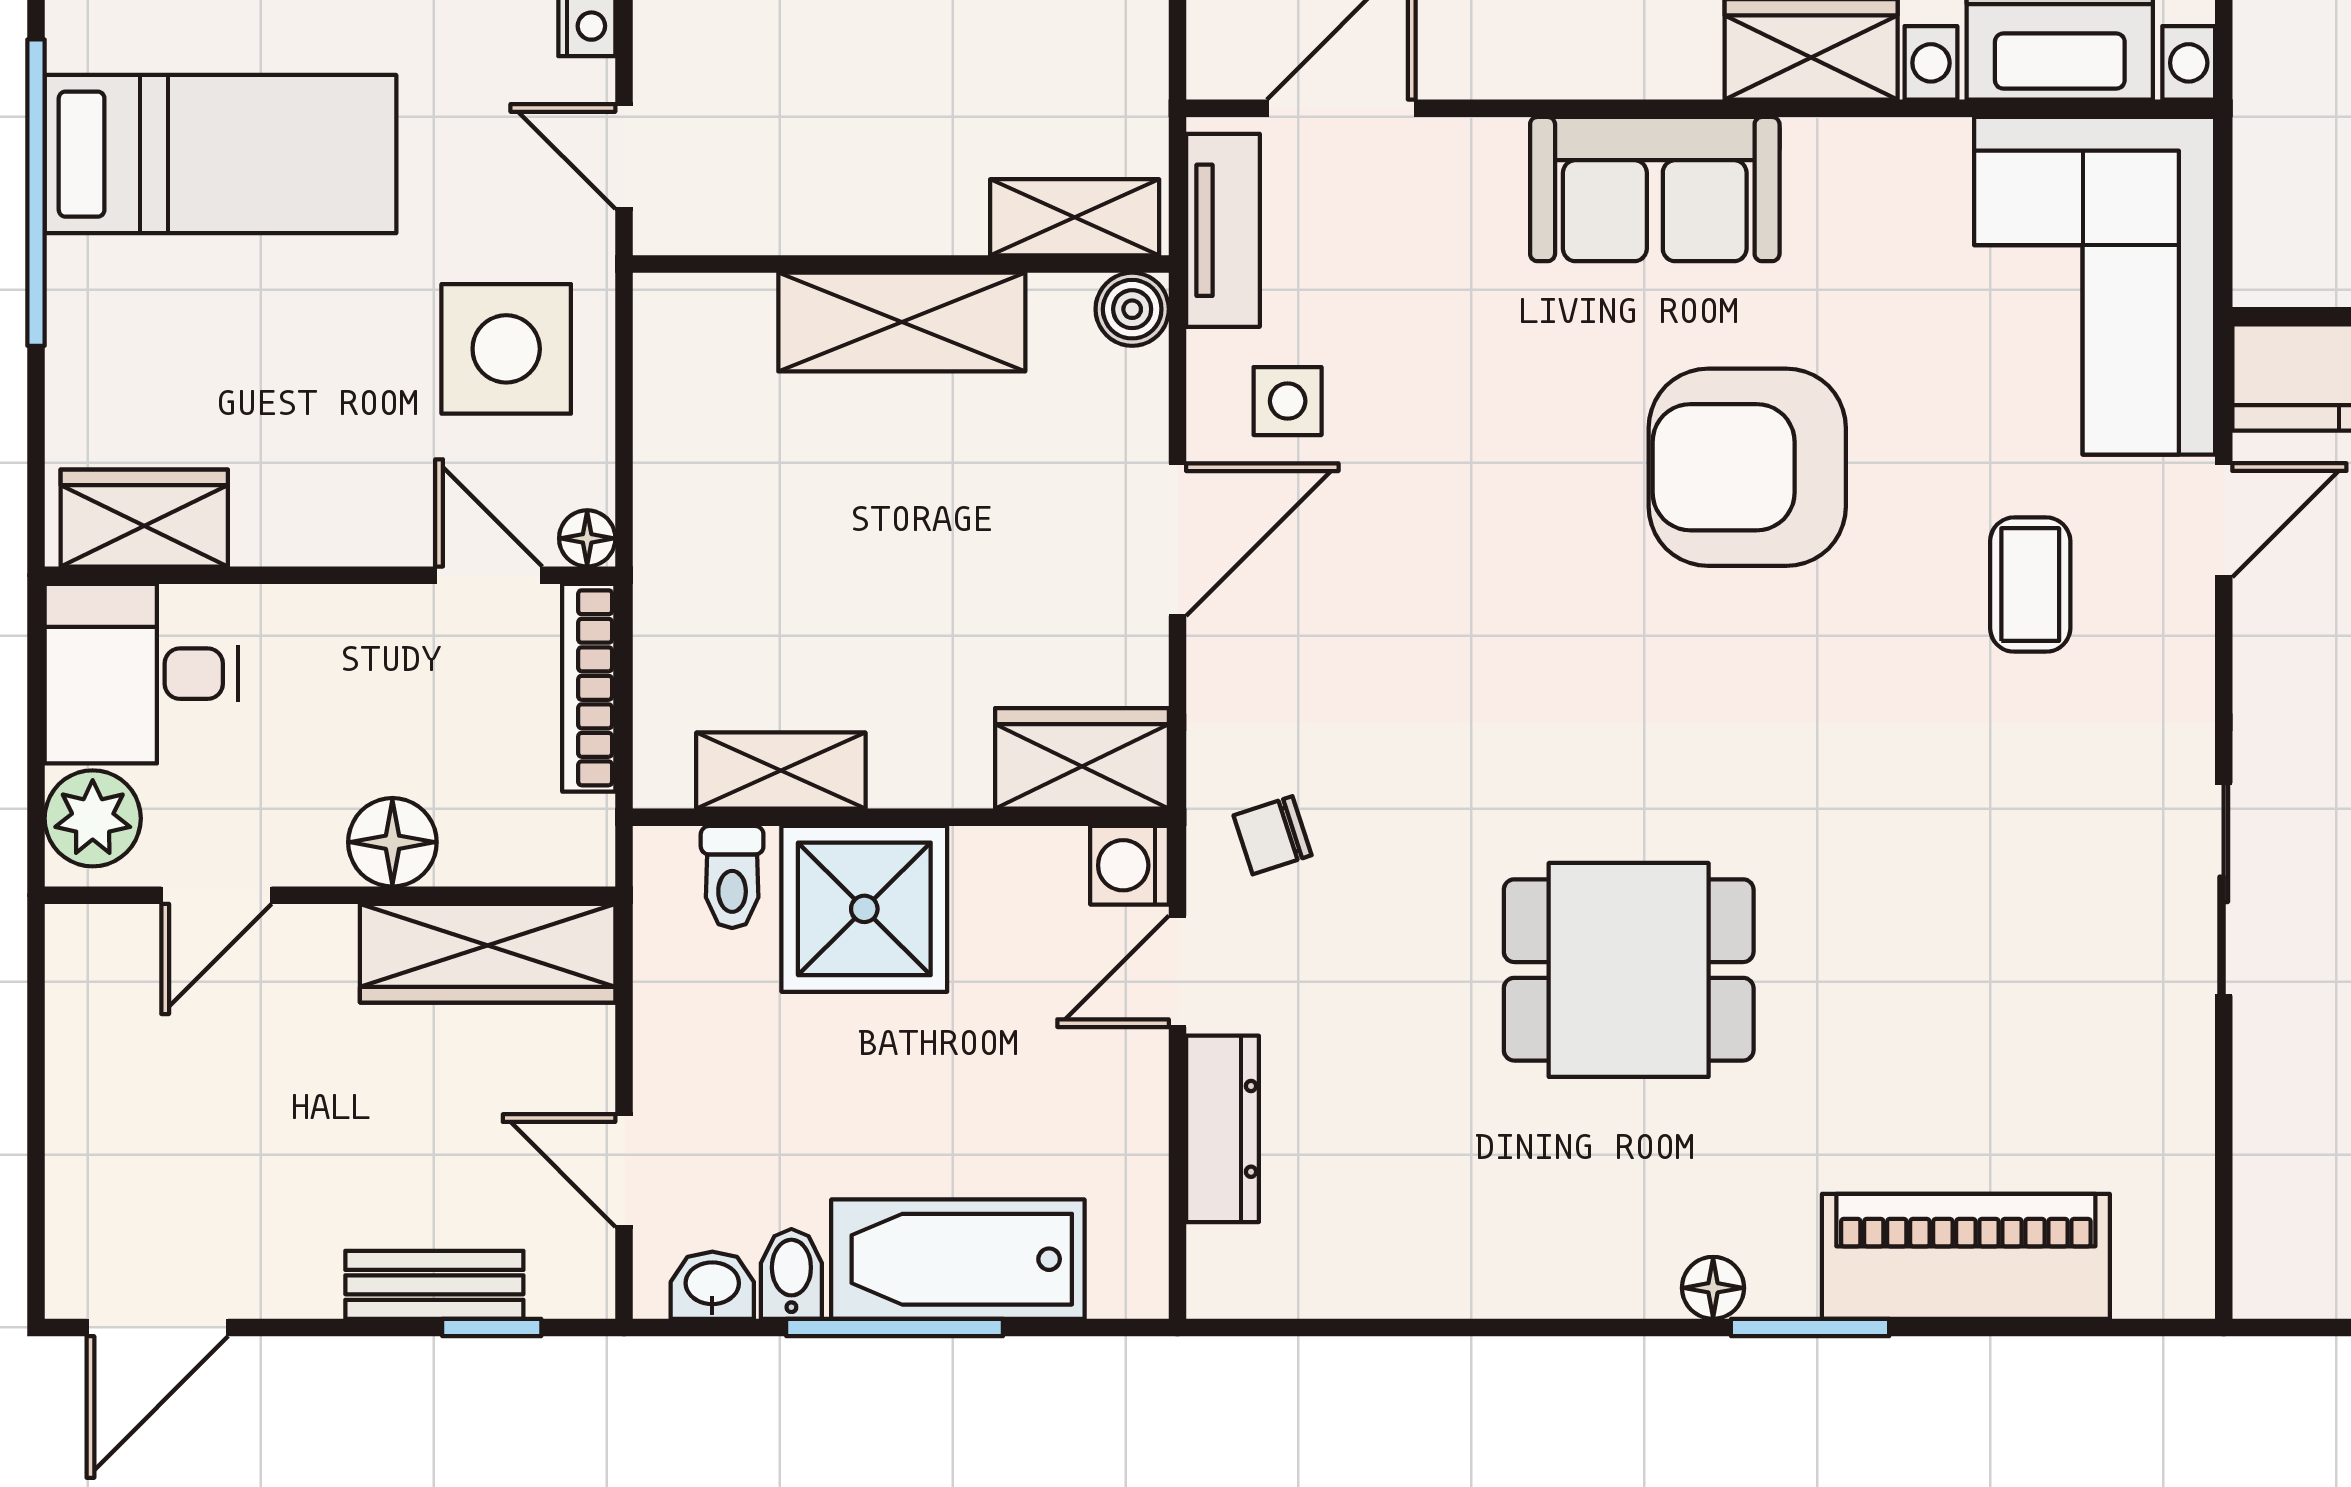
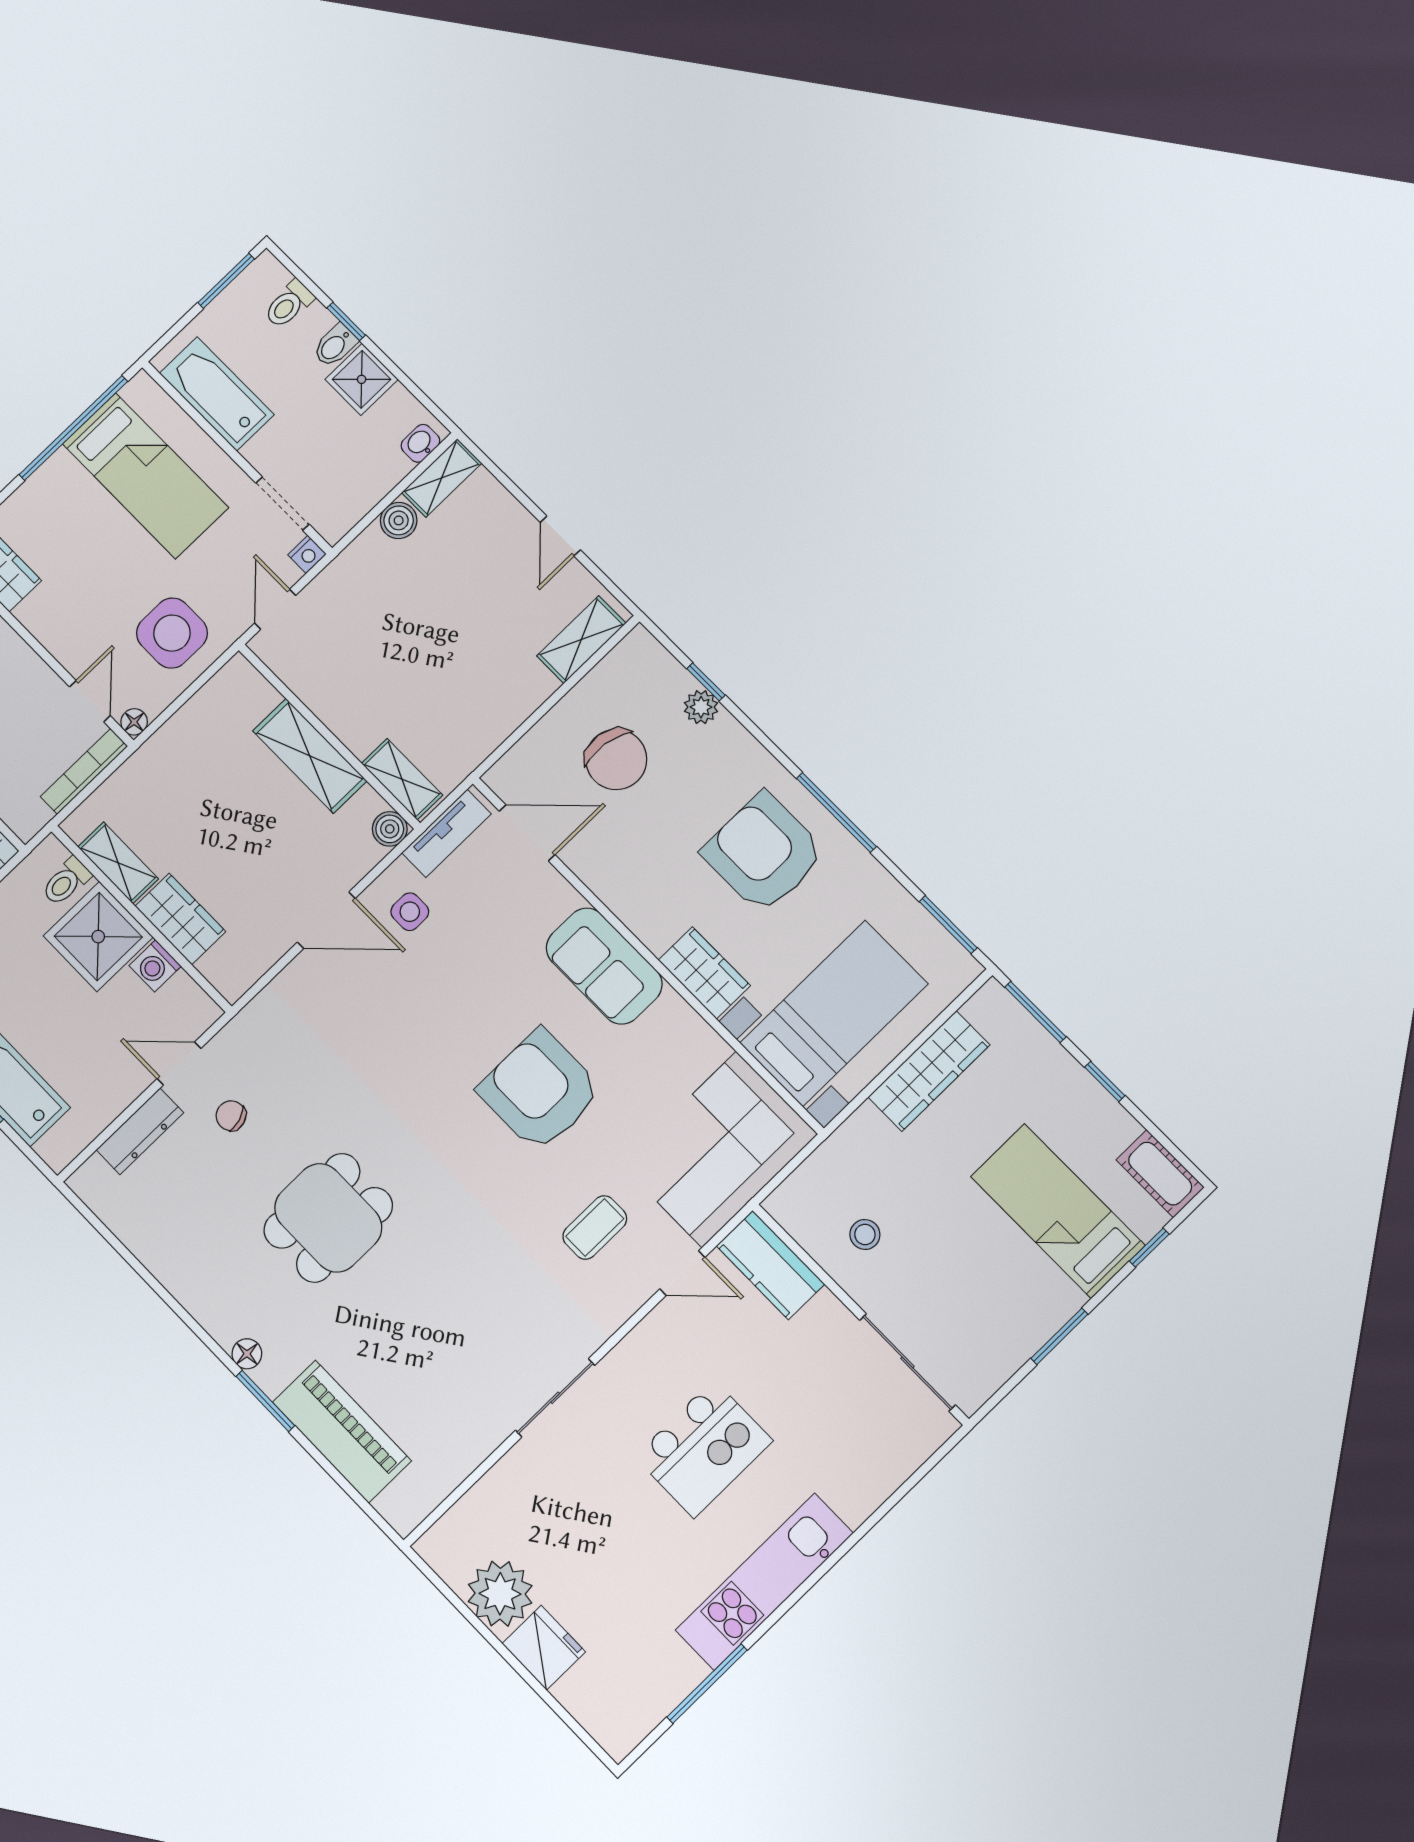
wardrobe: (1082, 758) -> (180, 919), moved
chair: (1273, 835) -> (231, 1116), moved
washing machine: (1129, 865) -> (155, 966), moved, turned -90
dining table: (1629, 970) -> (328, 1218), turned 90

